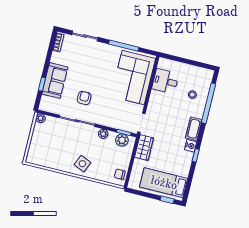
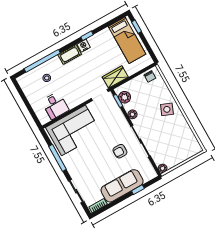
sofa: (55, 80) -> (122, 186), width x1.36

